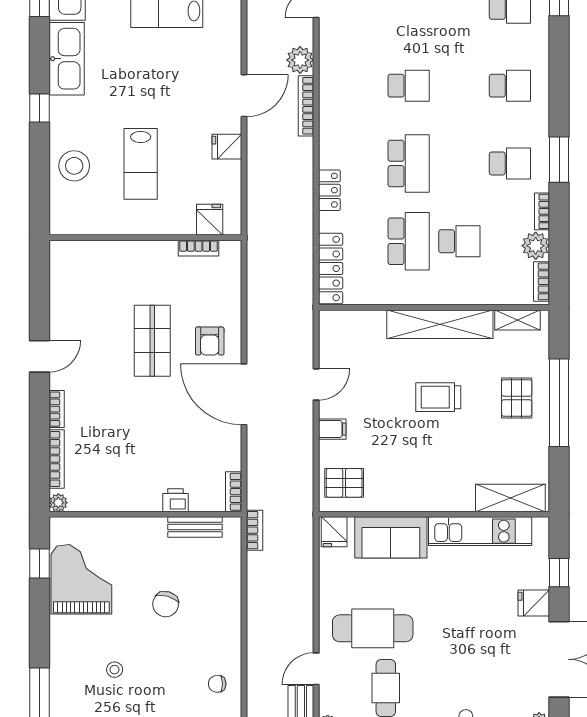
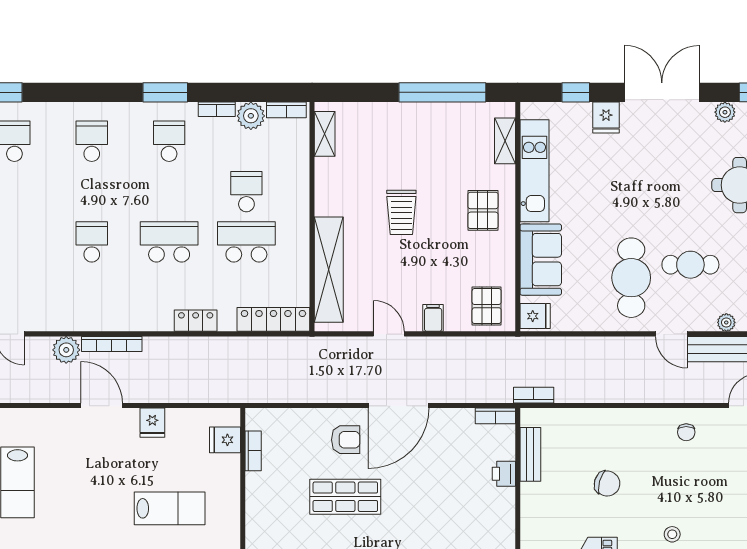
shelving: (440, 324) -> (329, 270), moved
pallet: (517, 398) -> (483, 210), moved, turned 90
window: (559, 403) -> (442, 92), moved
shelving: (510, 498) -> (505, 141), width x0.67, depth x0.75

